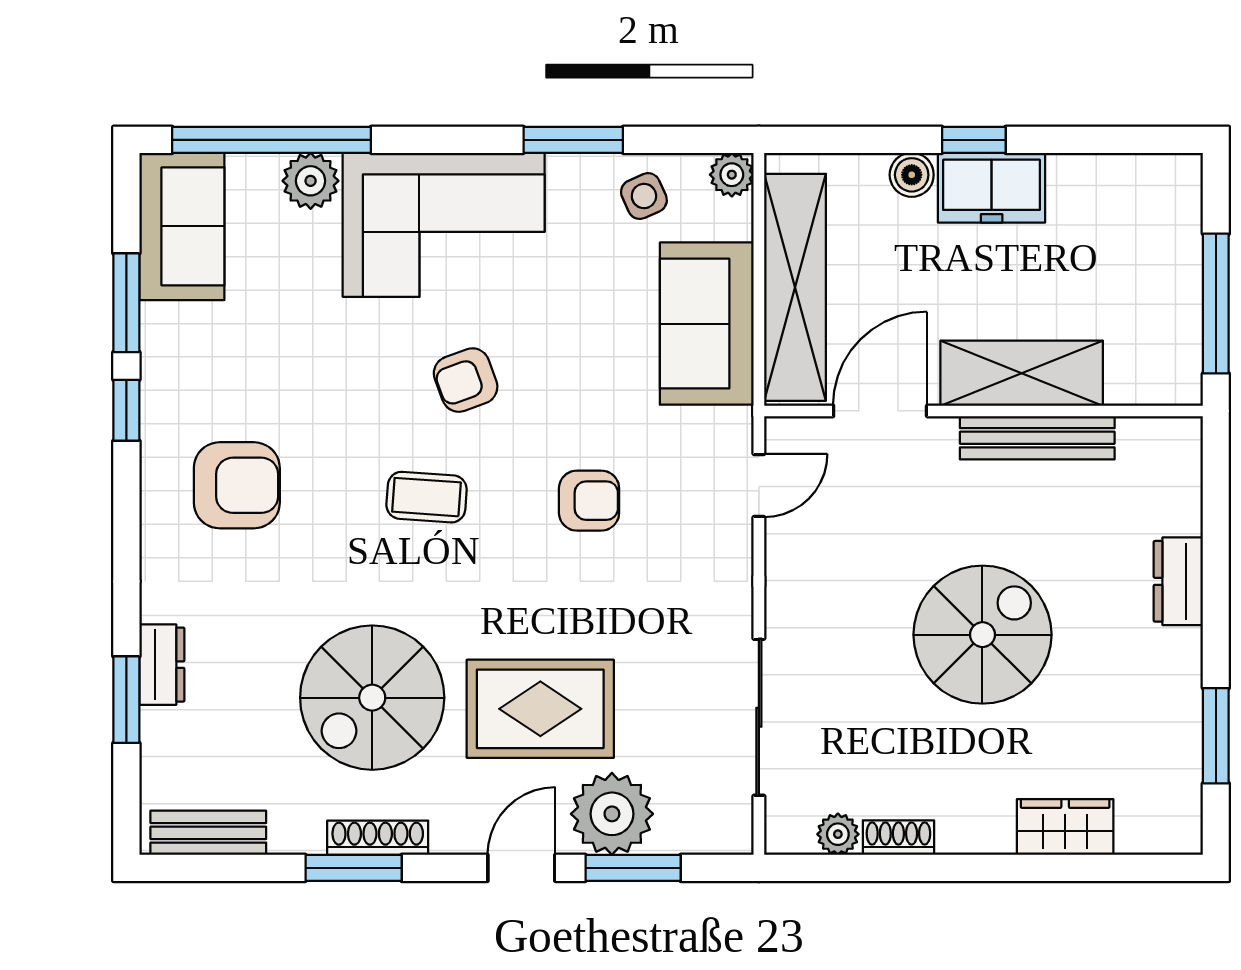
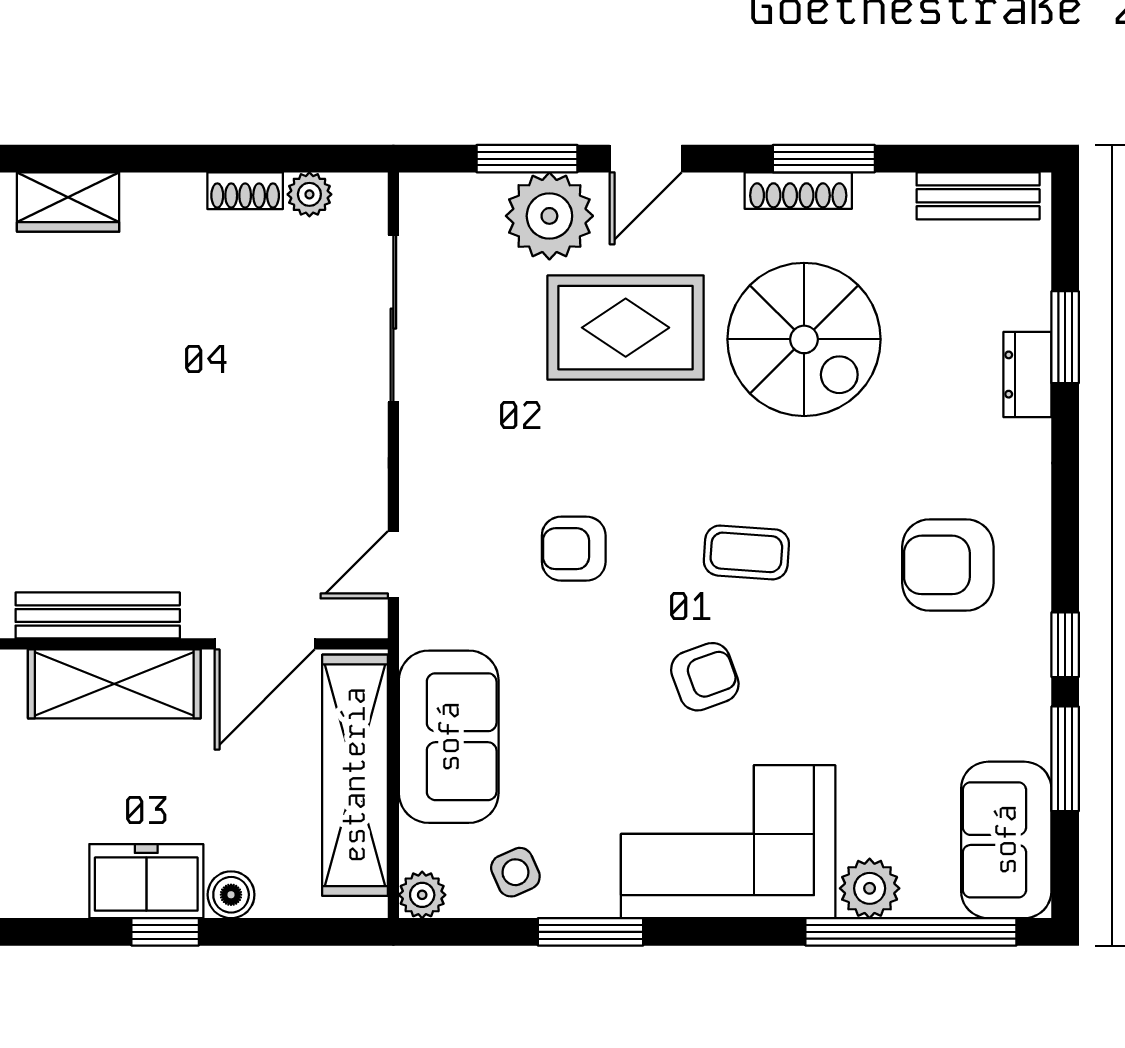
spiral stairs: (982, 635) -> (156, 406), removed
spiral stairs: (372, 698) -> (804, 339), turned 90

